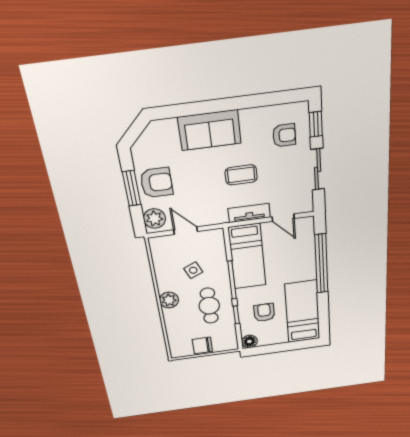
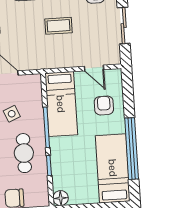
tv unit: (249, 213) -> (64, 61), removed
window: (321, 264) -> (132, 149), moved
armchair: (264, 312) -> (104, 105), moved

